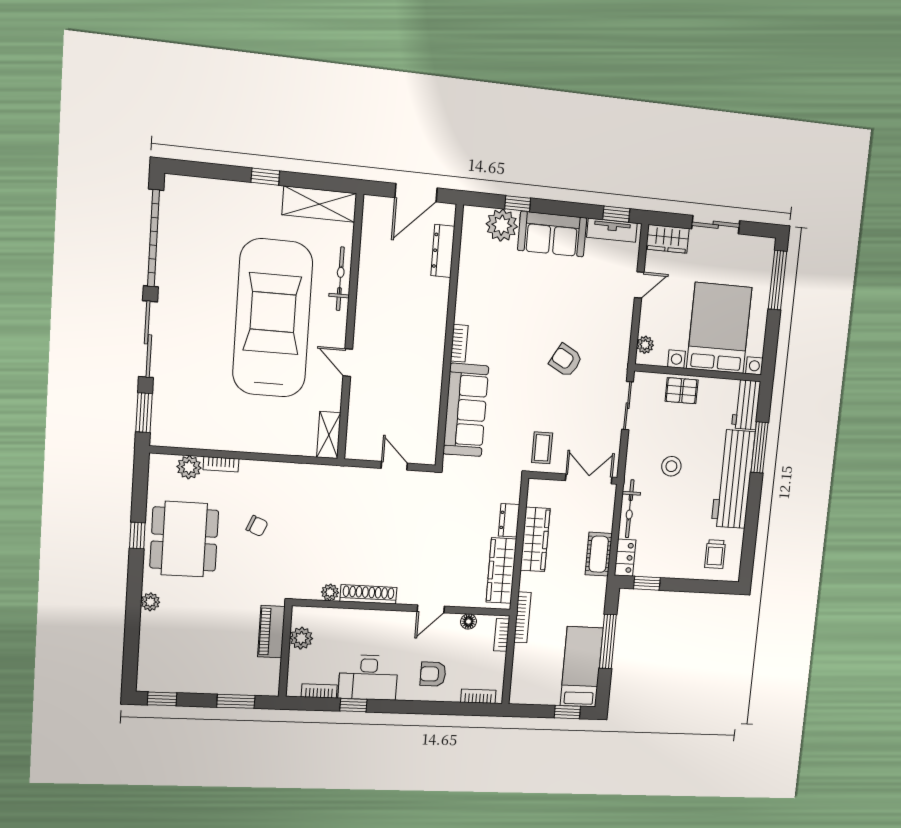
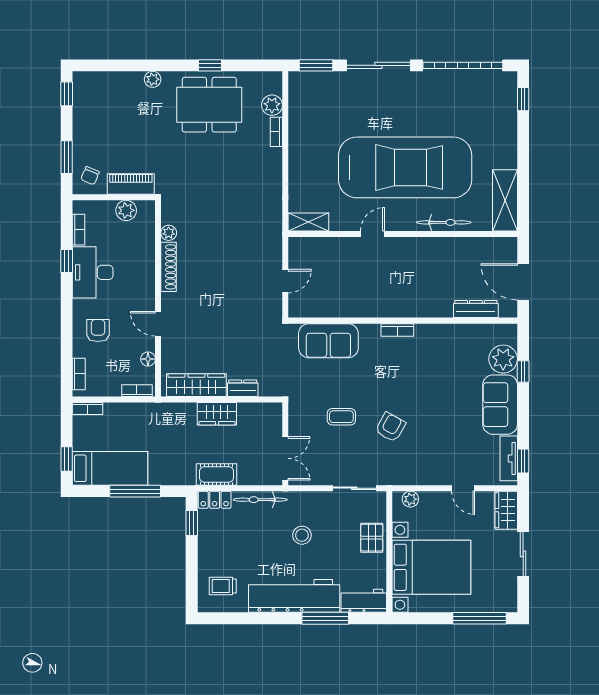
window: (265, 177) -> (523, 99), moved
sofa: (466, 410) -> (328, 341), width x0.73
coffee table: (542, 448) -> (341, 417), moved
chair: (257, 526) -> (90, 176), moved
wardrobe: (535, 539) -> (217, 414), width x0.67
bookcase: (522, 617) -> (87, 409), moved, width x0.64

